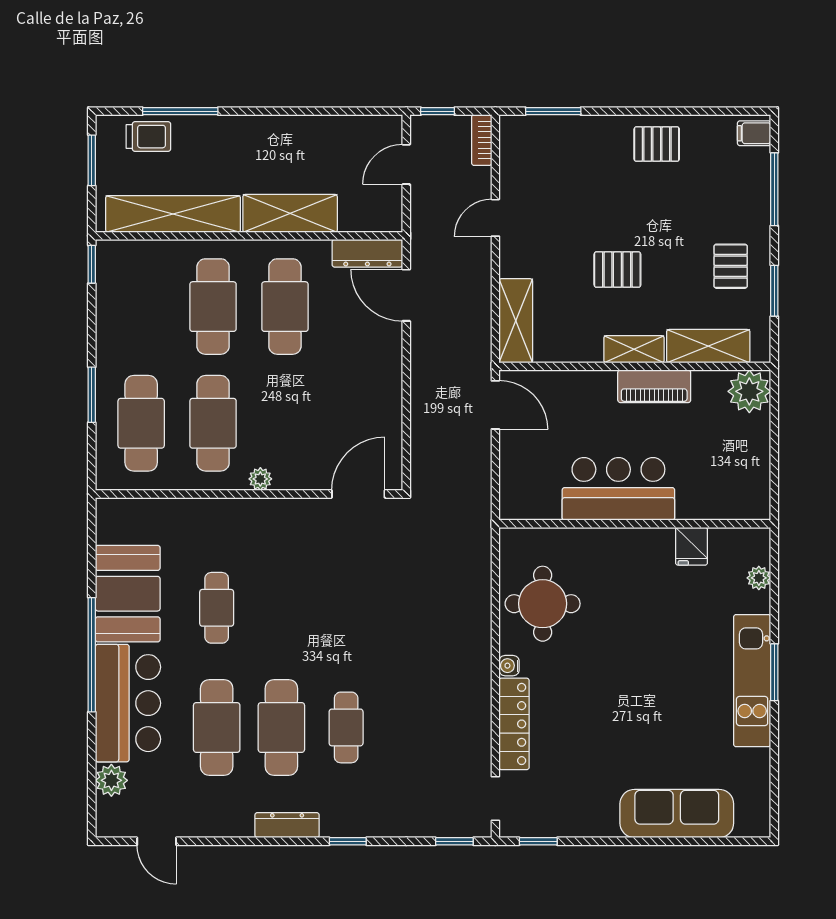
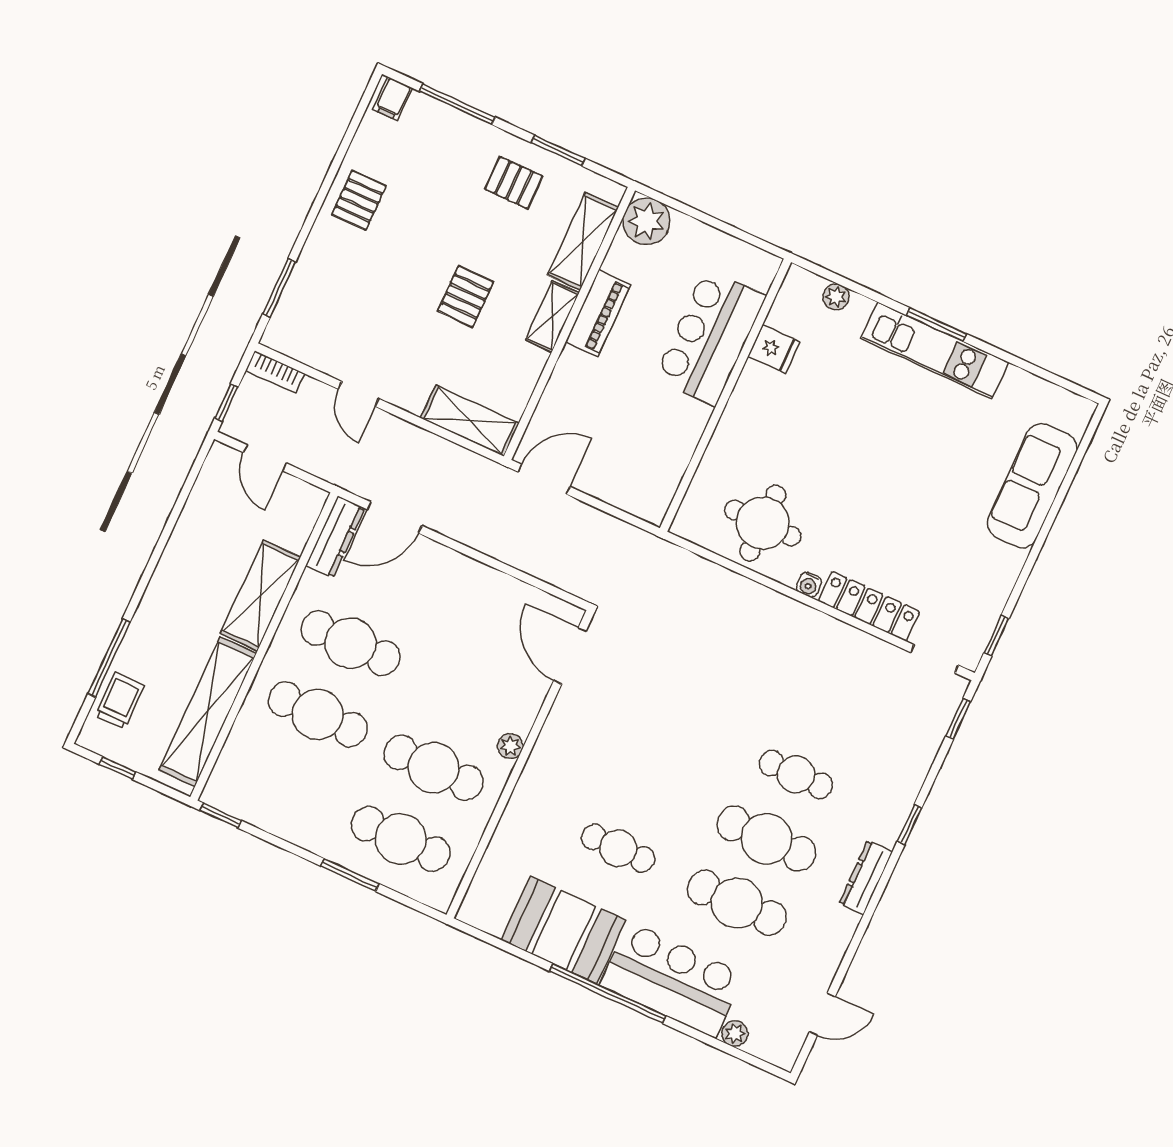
window: (92, 160) -> (117, 768), width x0.67
bar counter: (618, 489) -> (710, 337), moved
plant: (111, 780) -> (735, 1034), width x0.73, depth x0.73

